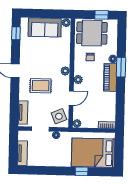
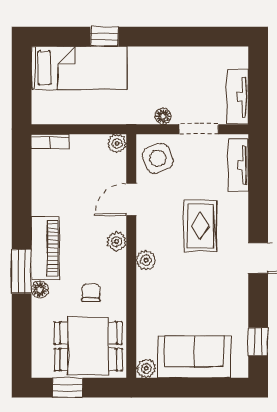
rug: (41, 86) -> (200, 226), turned 90
tv unit: (22, 153) -> (238, 97), moved
bed: (93, 153) -> (79, 68), width x0.67

